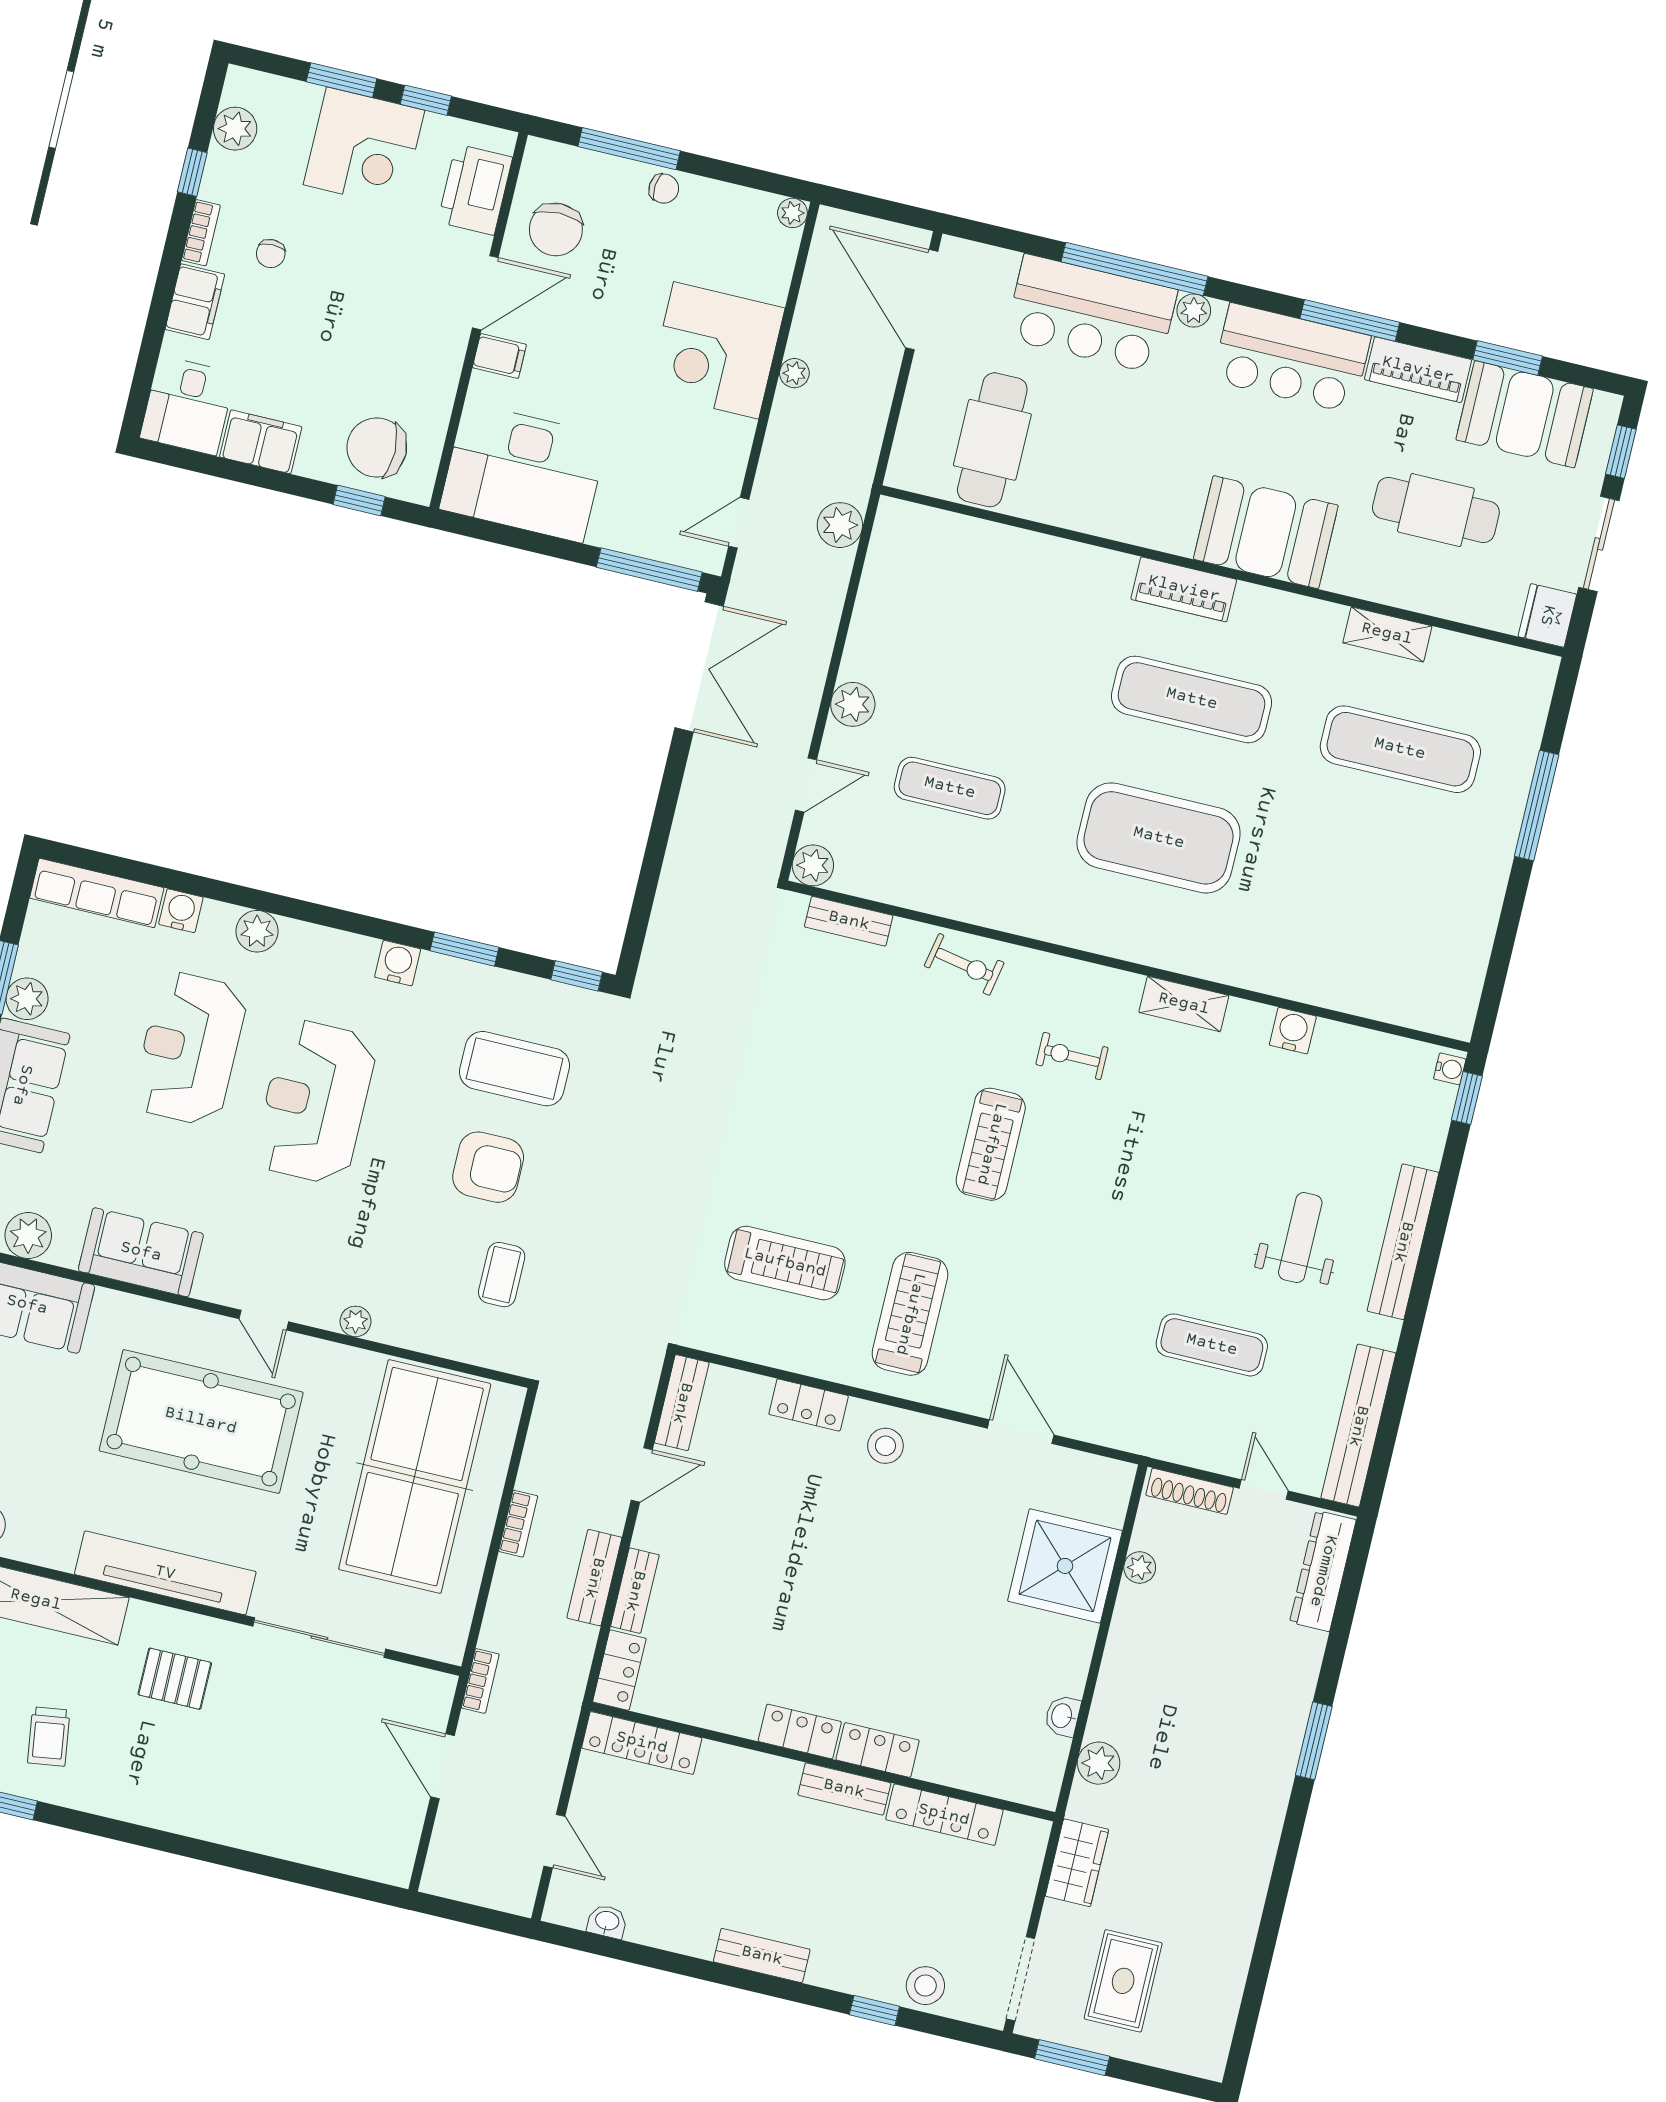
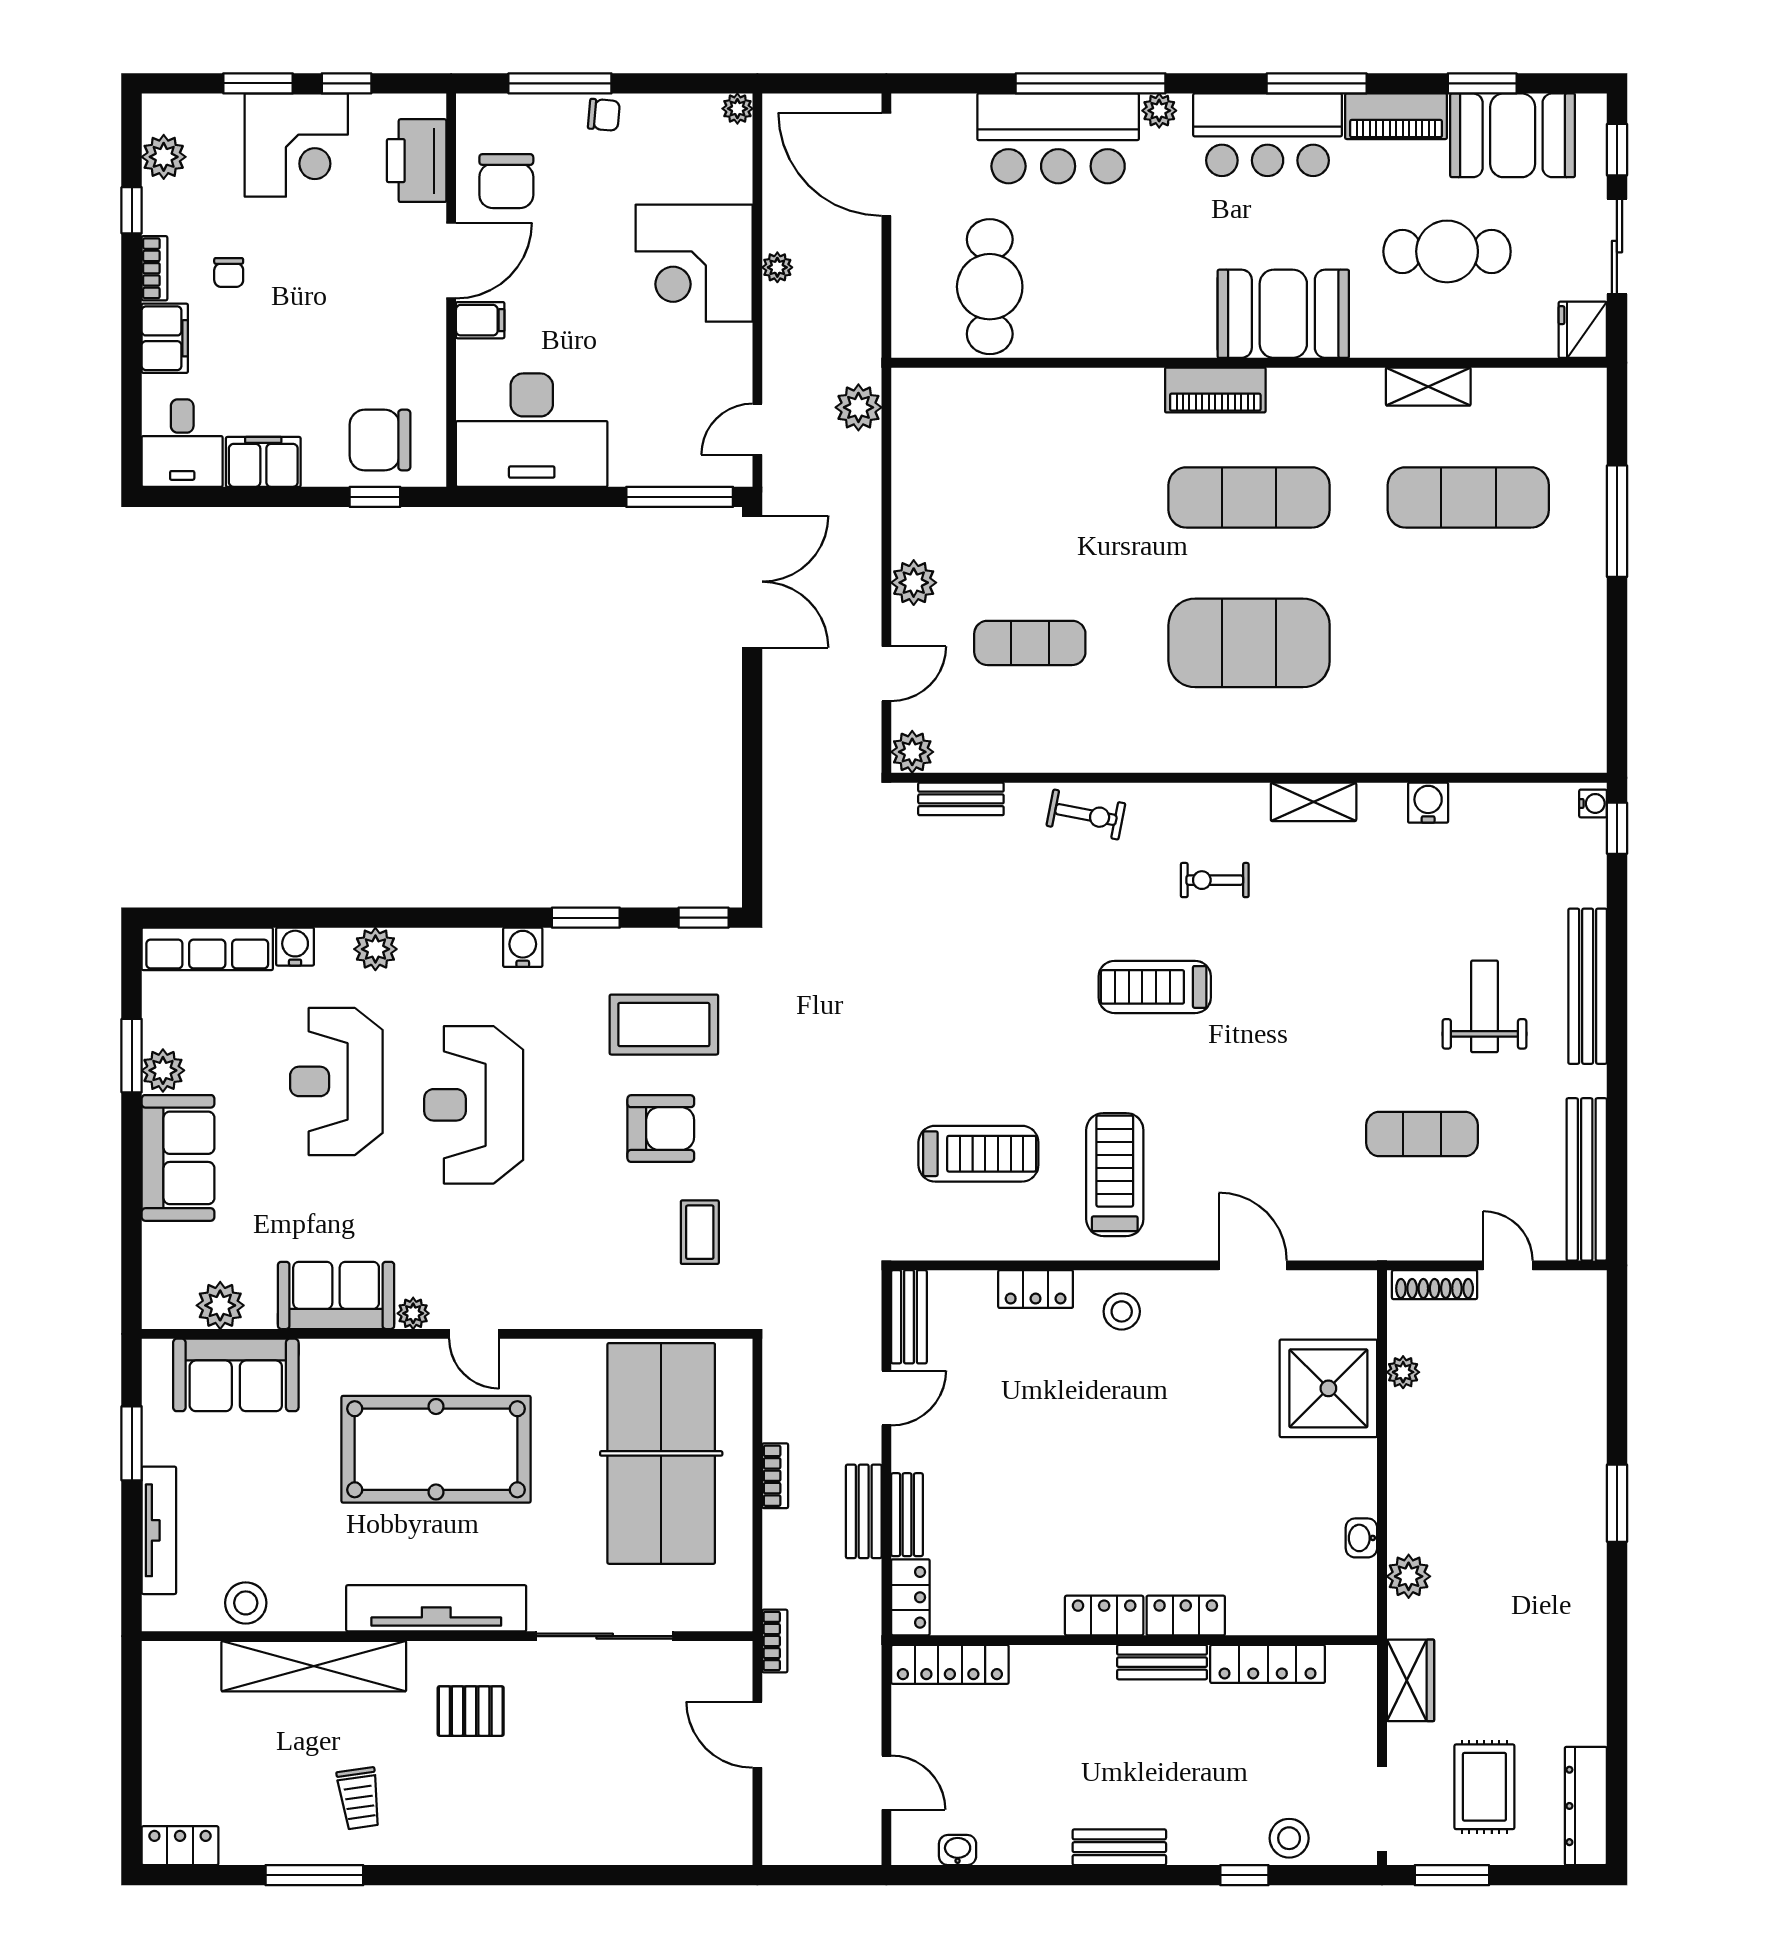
treadmill: (991, 1144) -> (1155, 987), turned 90
plant: (355, 1321) -> (413, 1313), moved
dresser: (1323, 1571) -> (1586, 1806), moved

